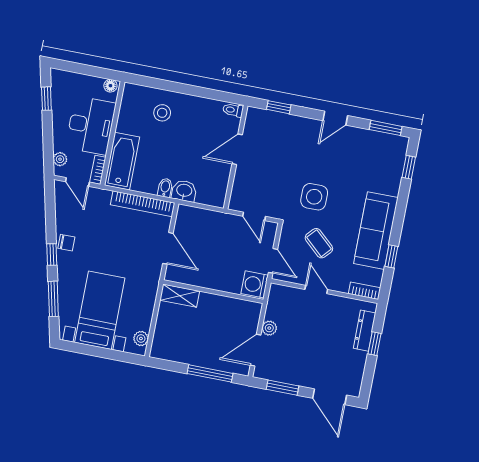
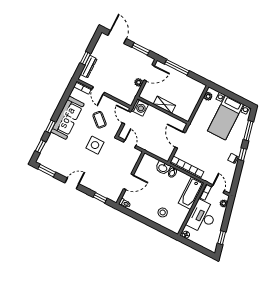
window: (391, 256) -> (51, 127), moved
door: (316, 289) -> (98, 91), moved
shelving: (180, 296) -> (164, 105), moved

